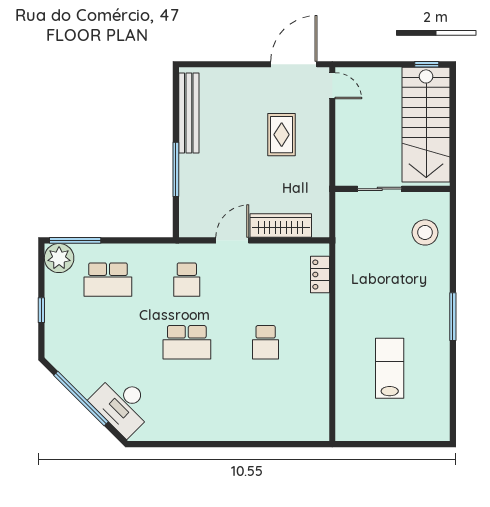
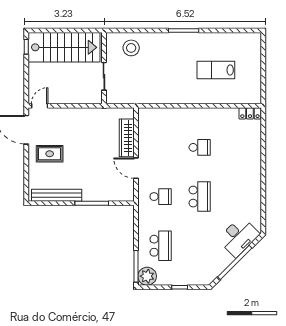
rug: (282, 135) -> (50, 154), moved
locker: (320, 275) -> (250, 113), moved

